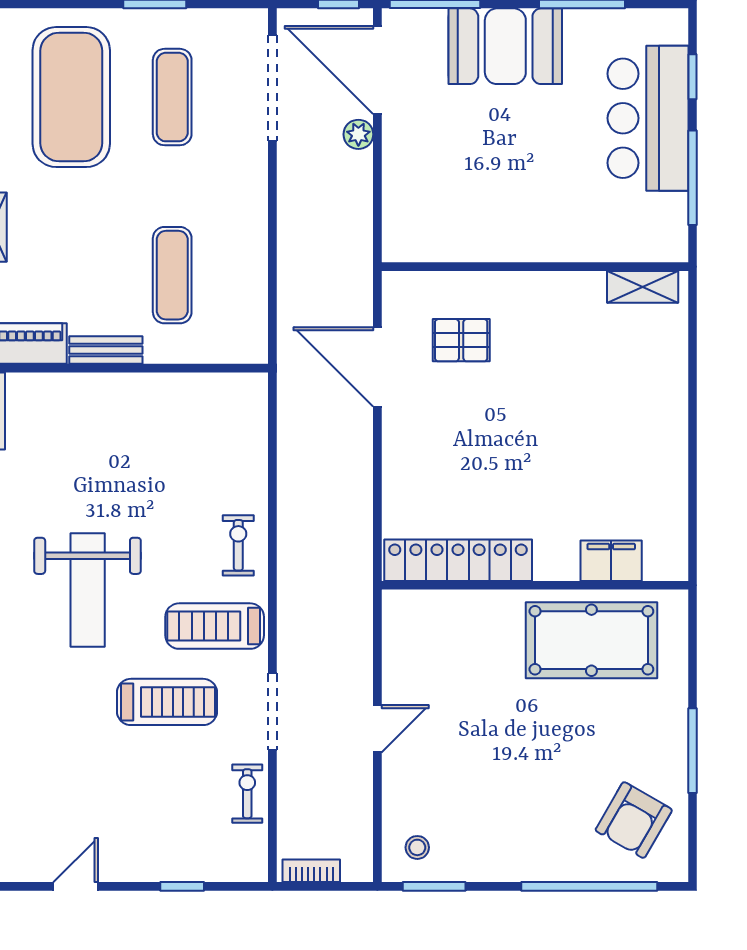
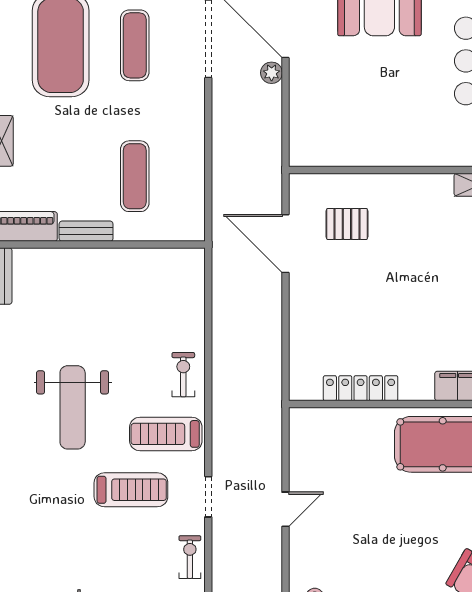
locker: (458, 560) -> (361, 388), width x0.71, depth x0.83
doorway: (272, 712) -> (208, 497), width x0.73

